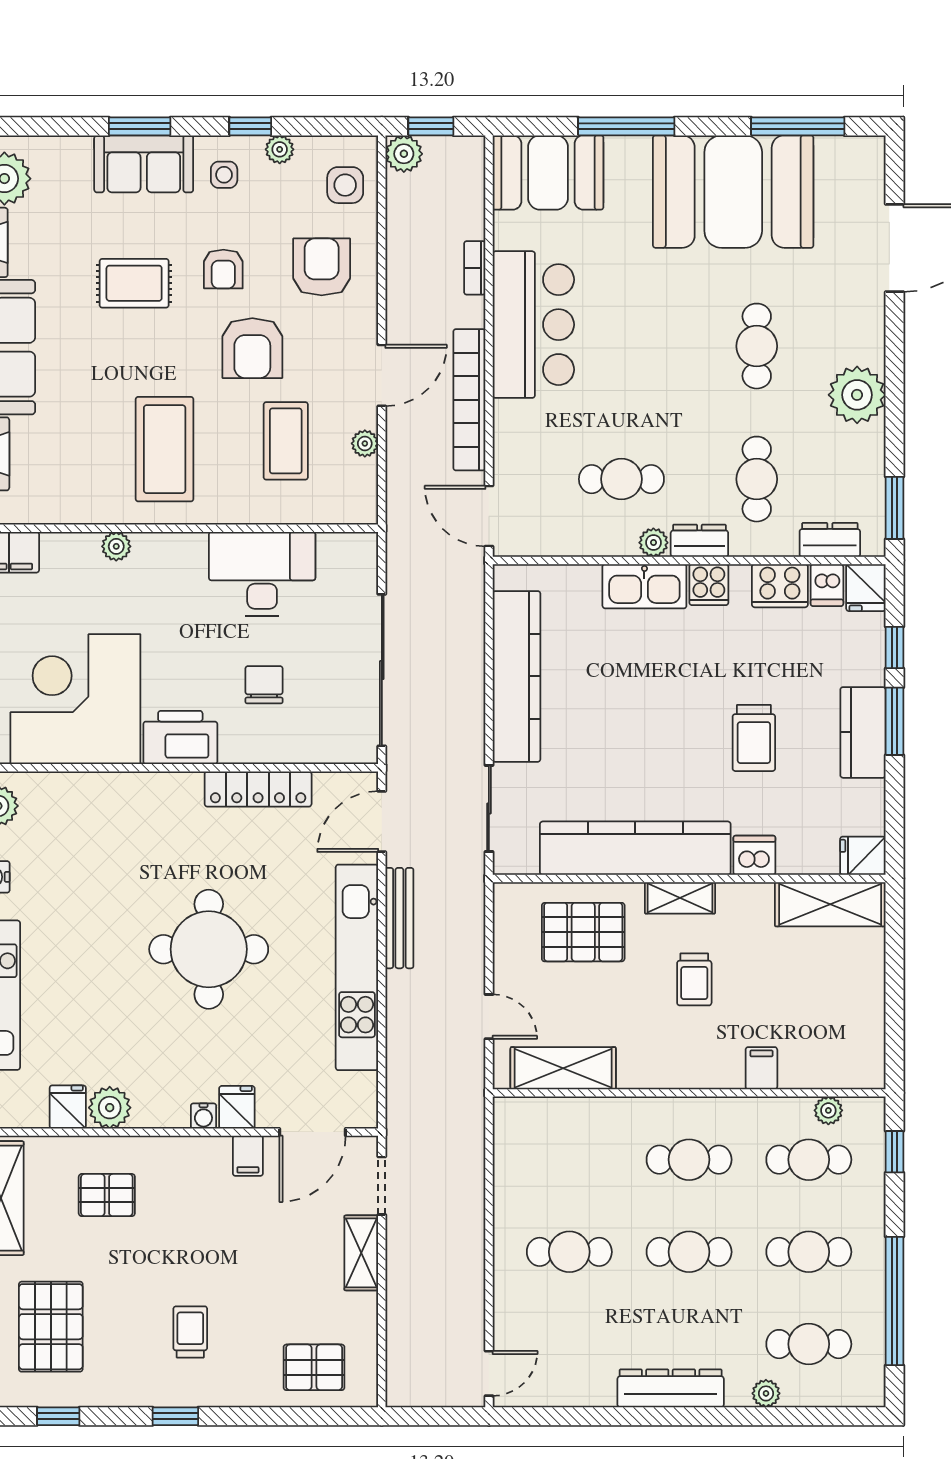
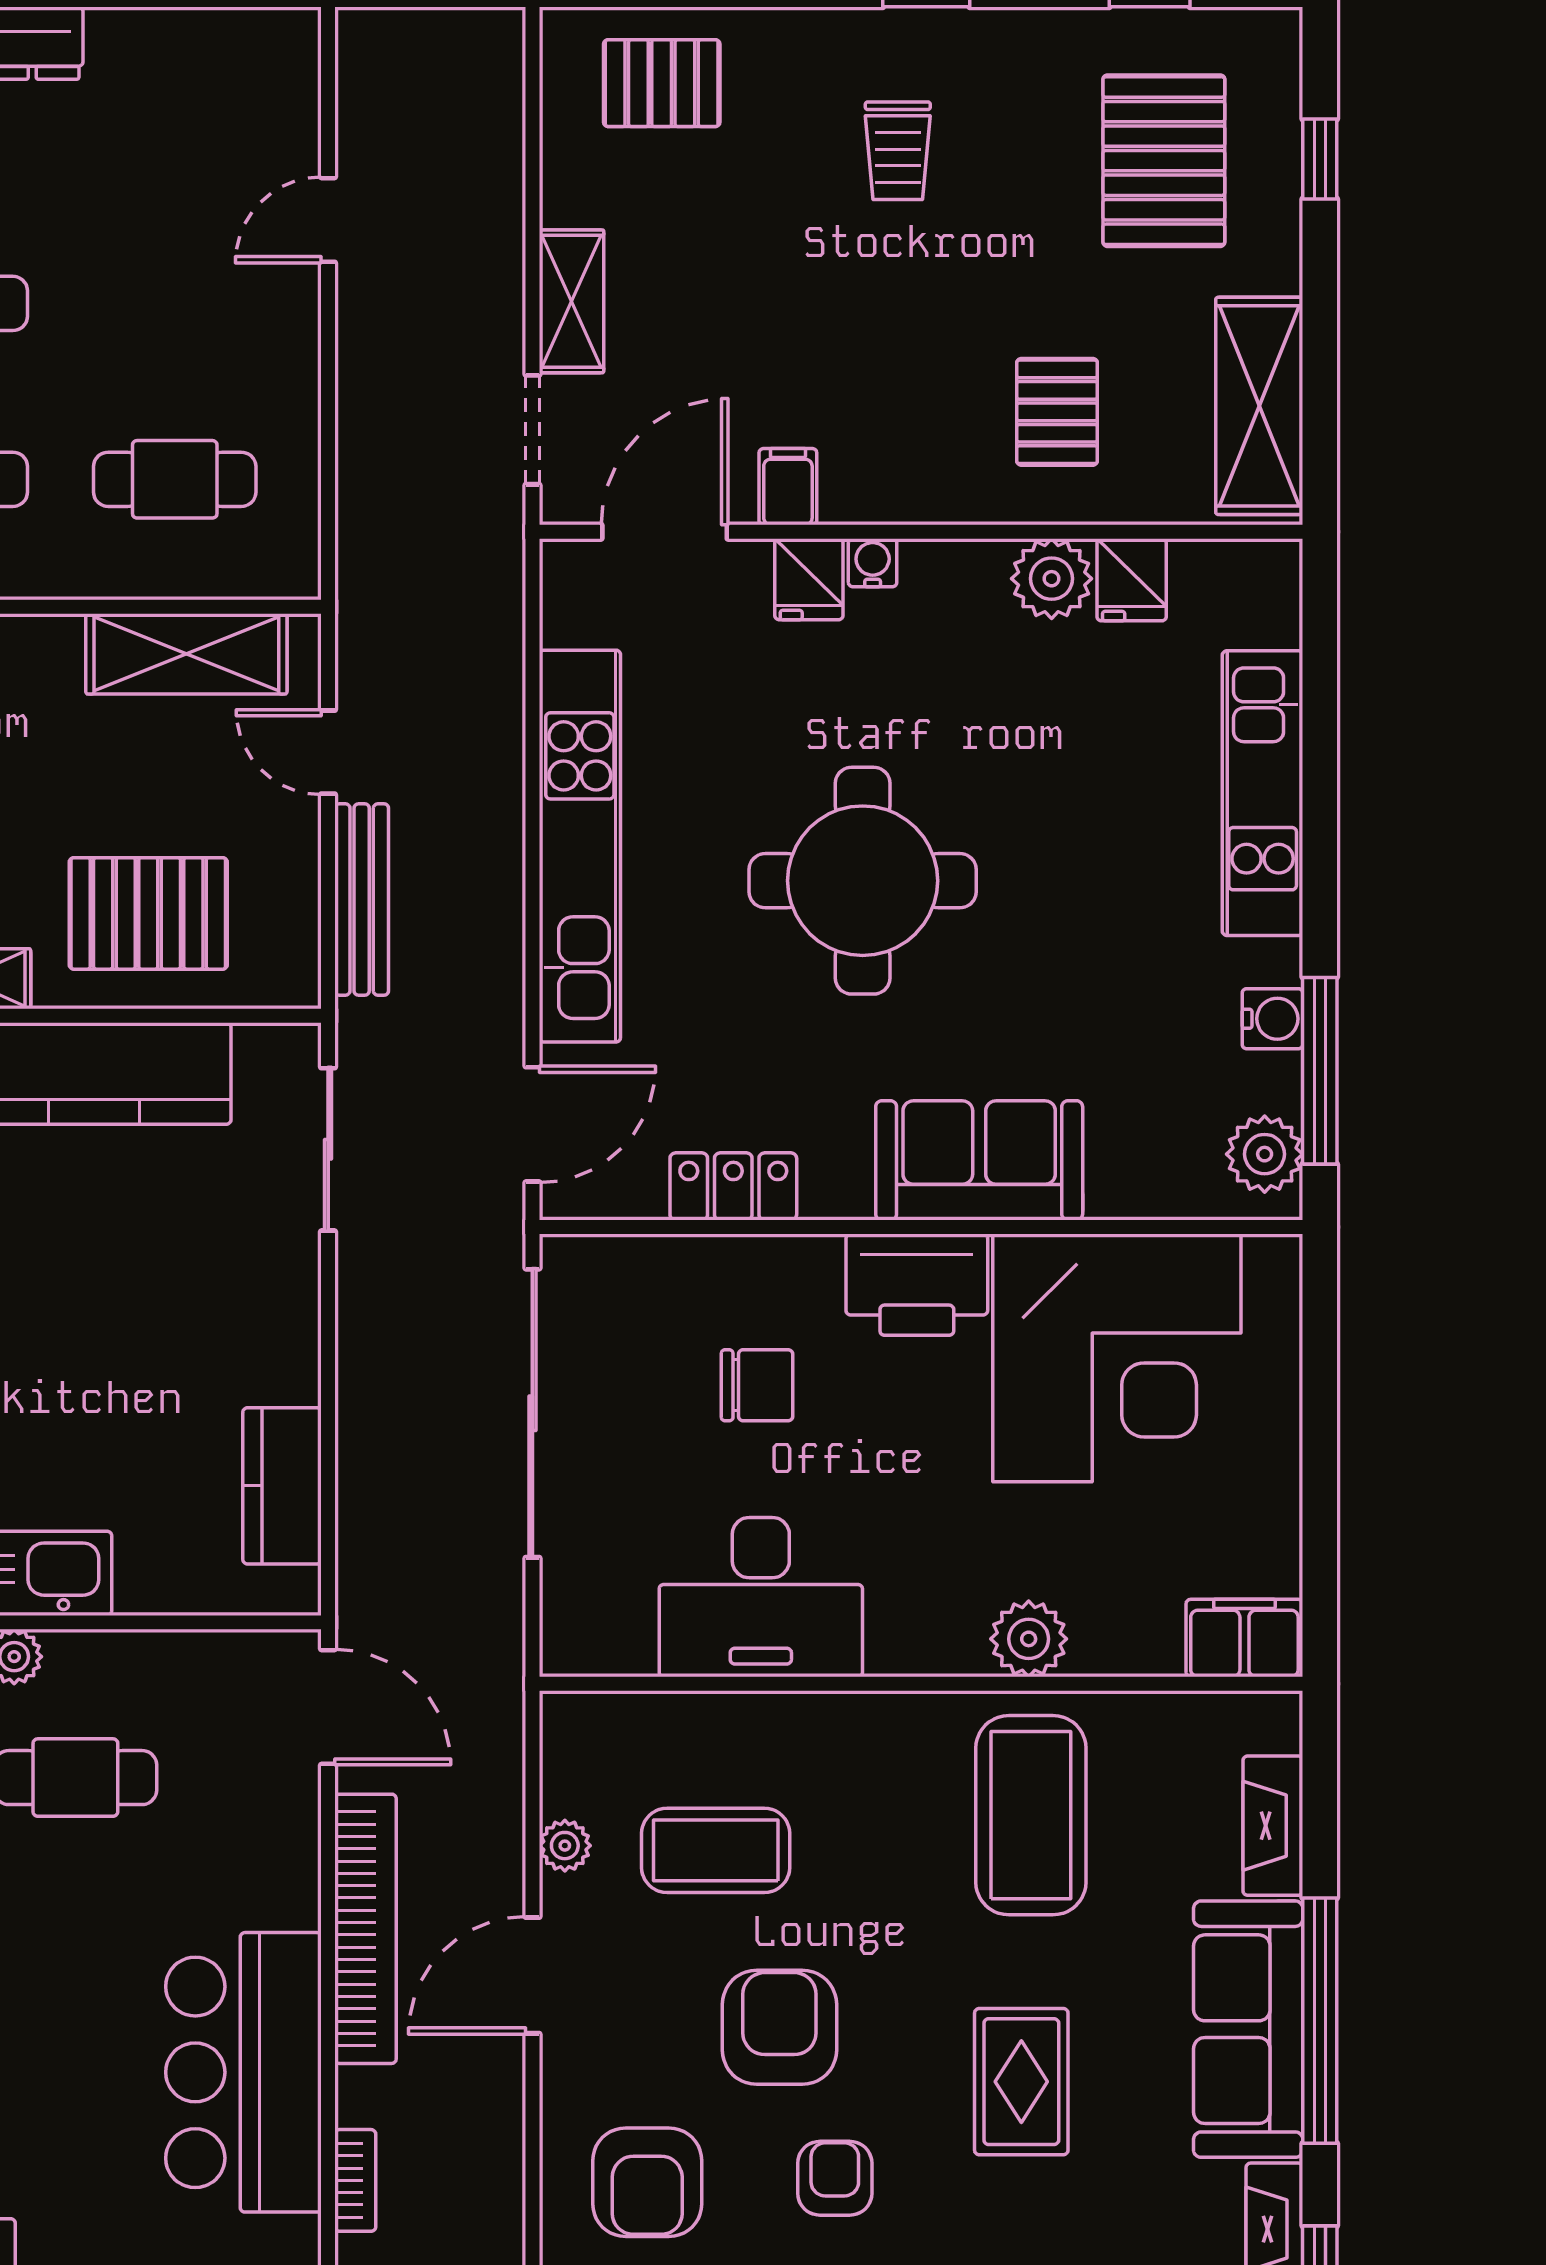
rug: (134, 283) -> (1021, 2082), moved, turned 90
coffee table: (286, 441) -> (716, 1850), turned 90
coffee table: (165, 449) -> (1031, 1815), moved
plant: (116, 546) -> (1029, 1639), width x1.38, depth x1.38
kitchen counter: (516, 676) -> (282, 1486), width x0.48, depth x0.86
chair: (264, 685) -> (757, 1385), turned -90
locker: (258, 789) -> (733, 1186), width x0.66
sofa: (148, 803) -> (979, 1160), added
bench: (399, 918) -> (362, 899), moved
pallet: (107, 1195) -> (1057, 412), turned 90
cafe table: (569, 1252) -> (175, 479), moved
door: (489, 1373) -> (328, 220), moved

